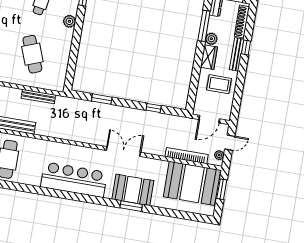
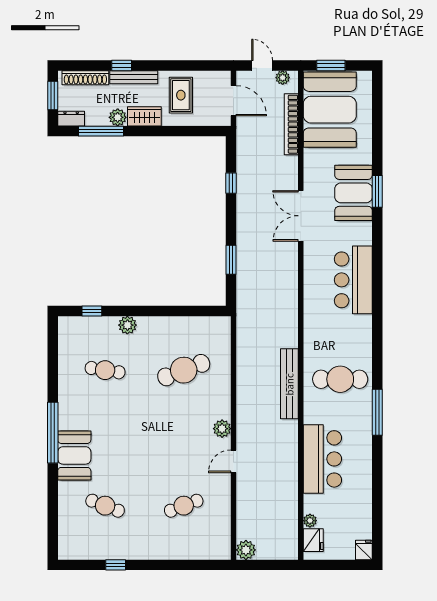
bench: (38, 97) -> (243, 351), removed
bar counter: (74, 180) -> (353, 280), width x0.73

